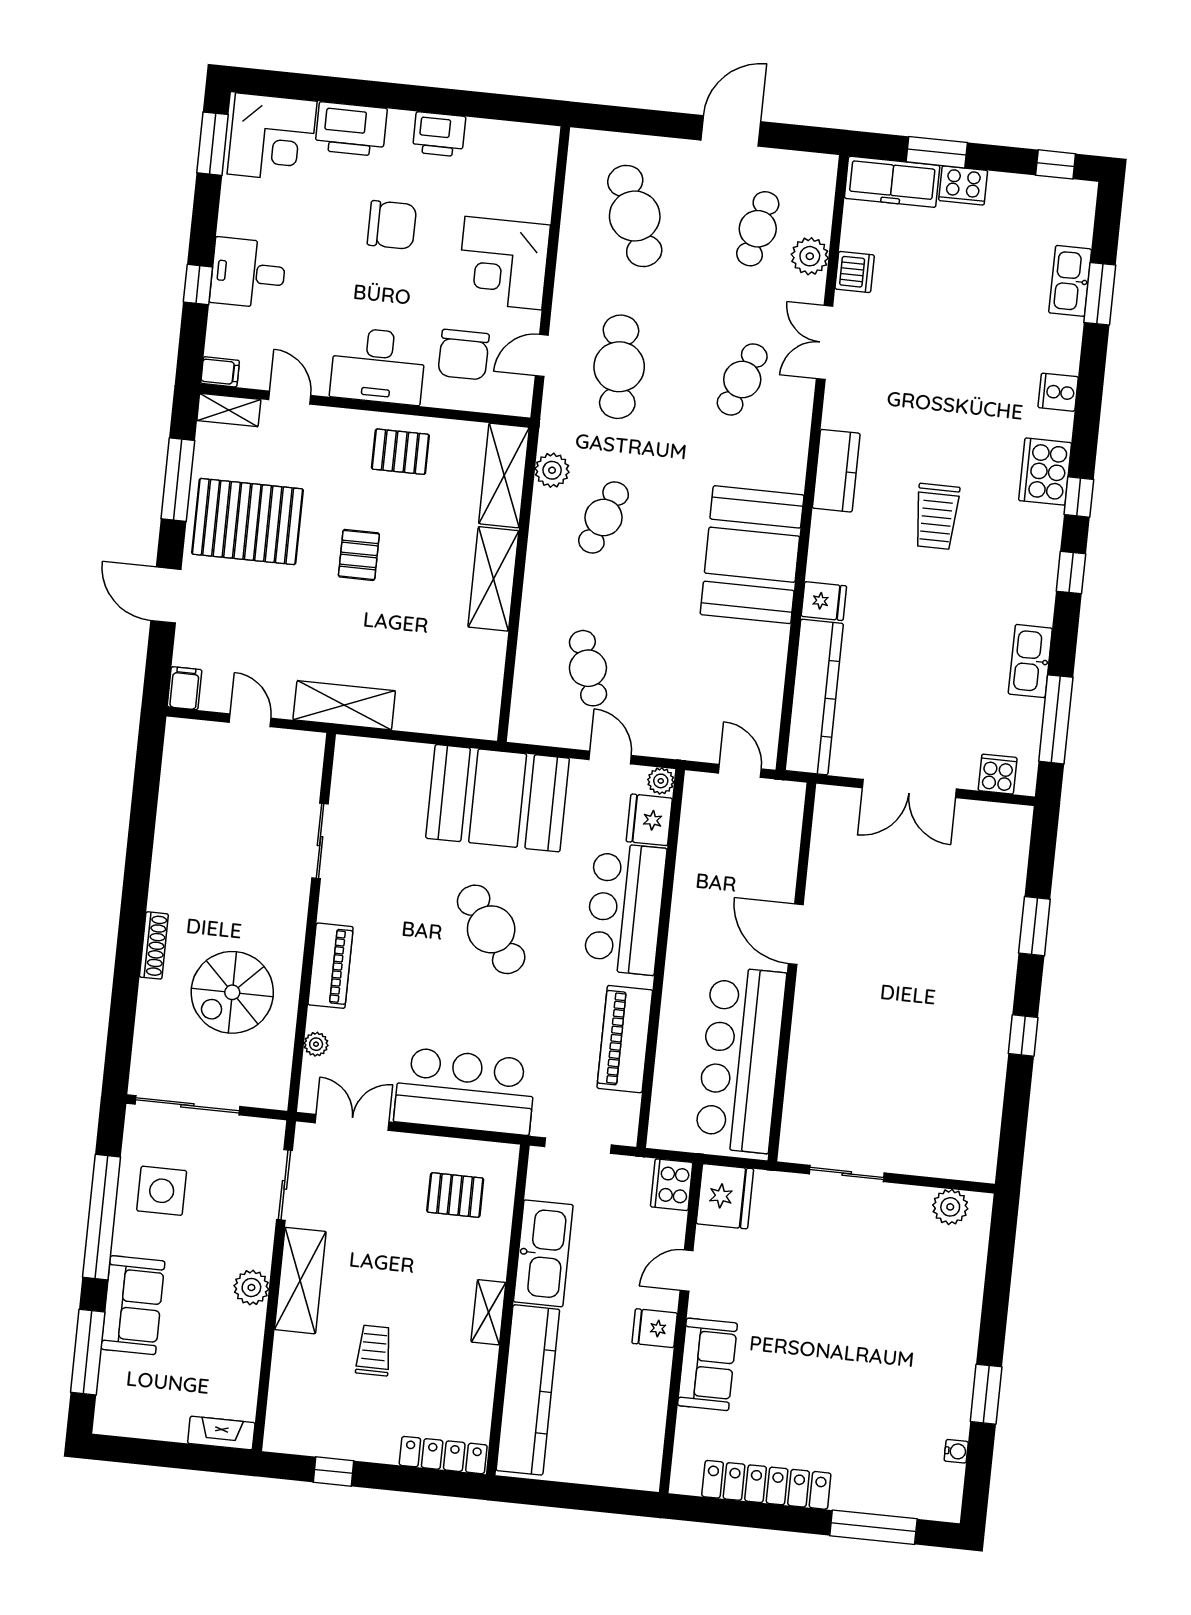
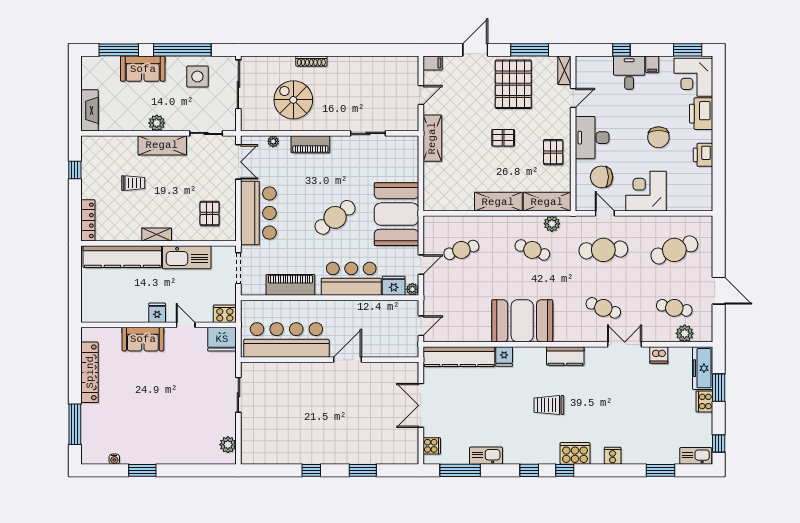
plant: (810, 256) -> (685, 333), moved
kitchen sink: (1070, 281) -> (696, 456), moved
filing cabinet: (220, 372) -> (652, 64), moved
fireplace: (221, 1433) -> (90, 110), width x1.37, depth x1.32

